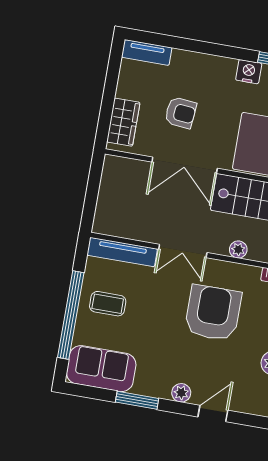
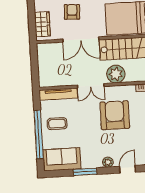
armchair: (181, 113) -> (72, 12), turned -92
plant: (238, 250) -> (116, 74), width x1.87, depth x1.87

